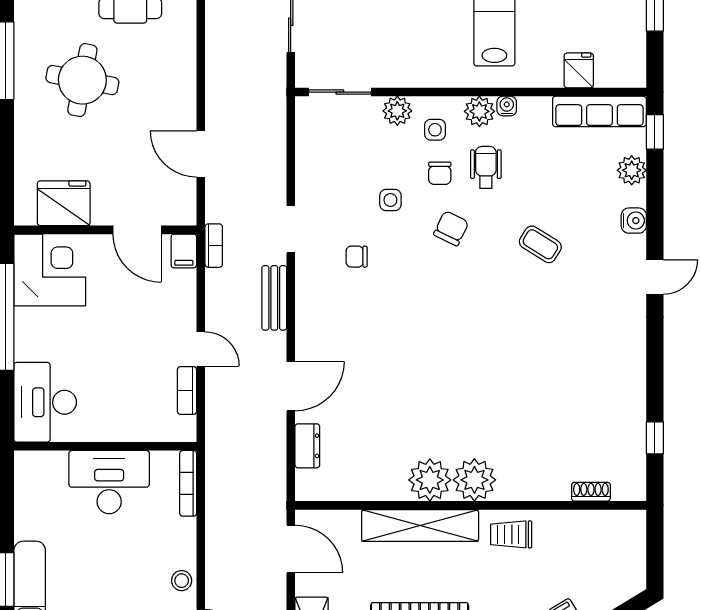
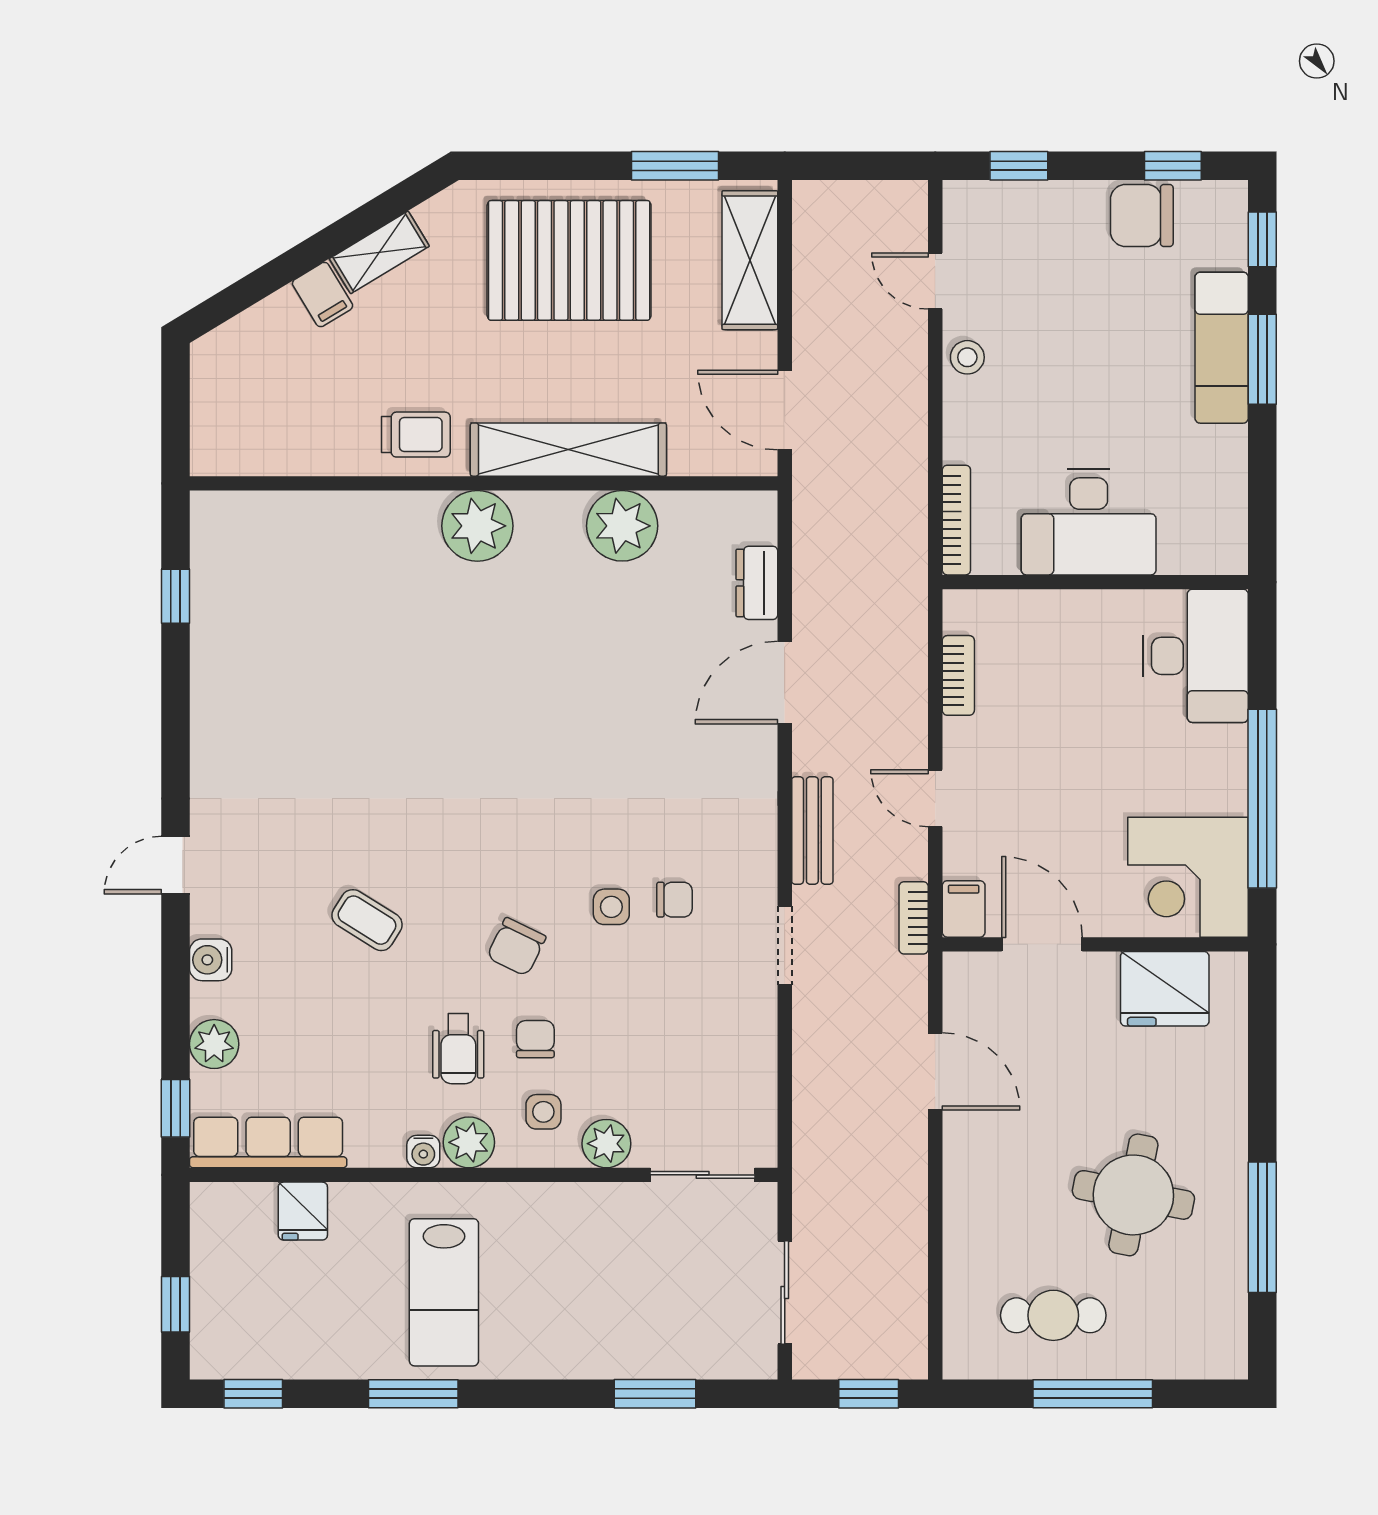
side table: (390, 200) -> (611, 907), moved
door: (201, 349) -> (935, 798), moved
plant: (430, 480) -> (622, 526), moved
shoe rack: (591, 492) -> (282, 506), removed

